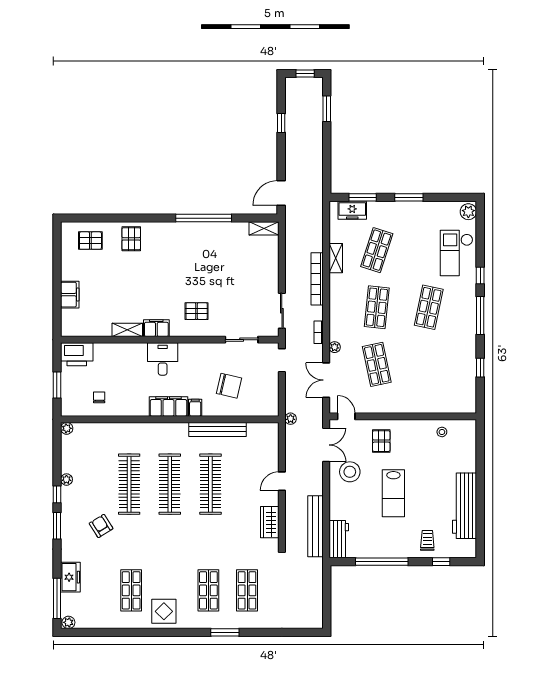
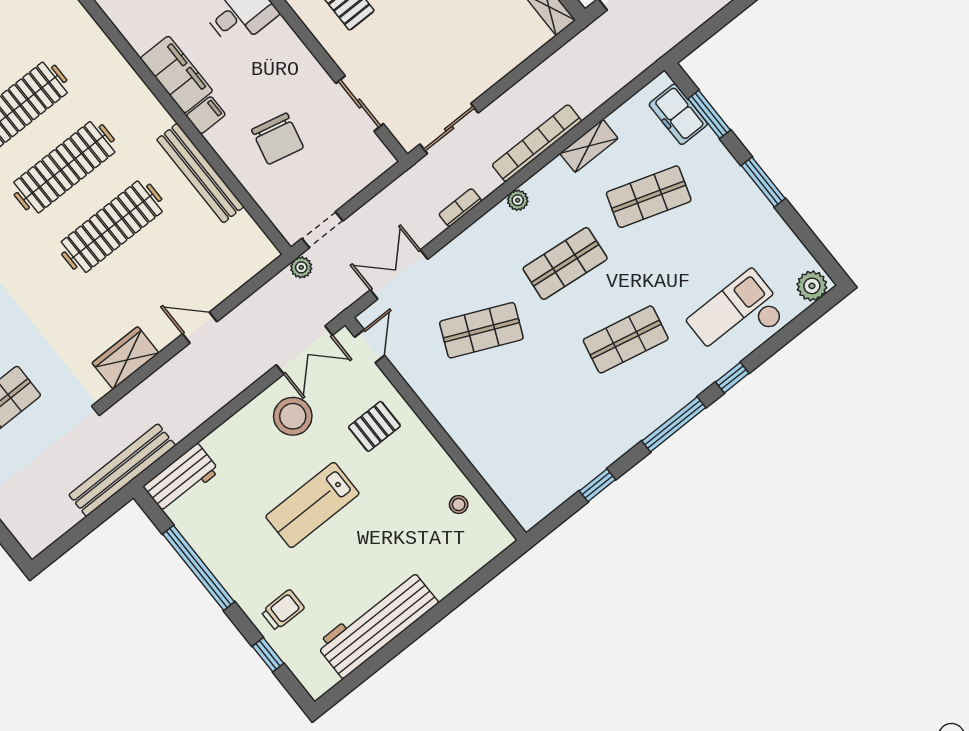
plant: (335, 347) -> (518, 200), moved
doorway: (282, 360) -> (322, 230), moved
shop shelf: (377, 364) -> (481, 330), turned 36
bench: (316, 526) -> (122, 470), moved

